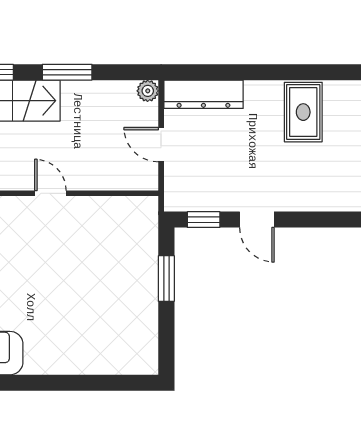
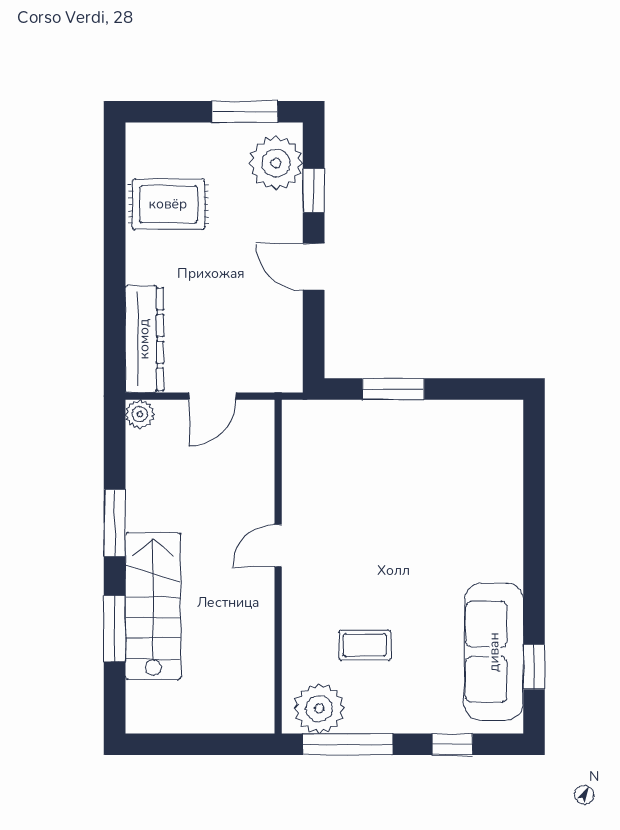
plant: (334, 192) -> (276, 163), added
window: (204, 220) -> (314, 190), moved
door: (257, 220) -> (314, 267), swing flipped

